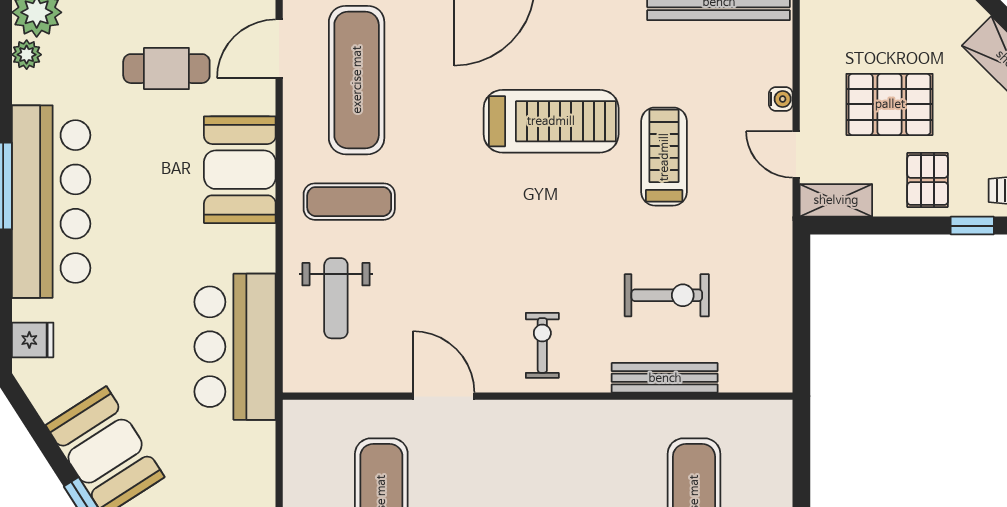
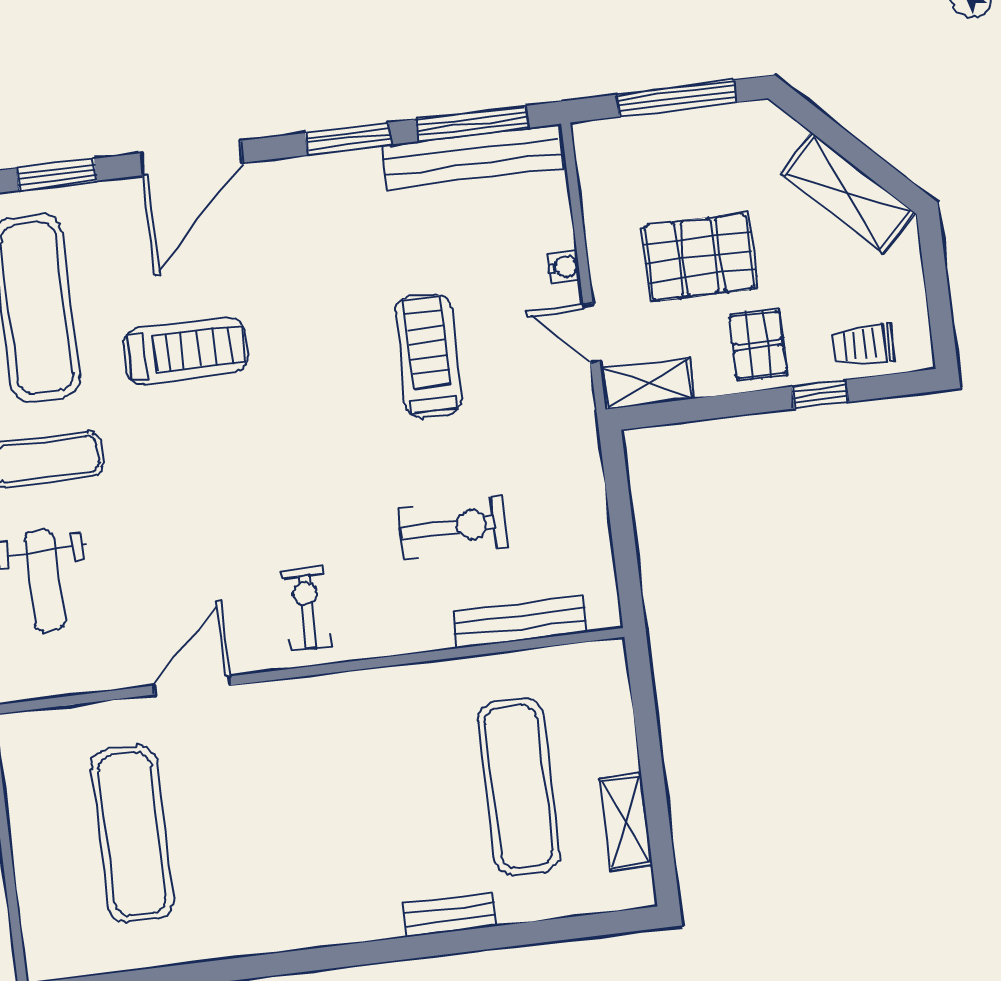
treadmill: (551, 121) -> (186, 351), moved, width x0.73, depth x0.73
bench: (665, 378) -> (520, 622), moved
door: (444, 396) -> (192, 685), hinge flipped

